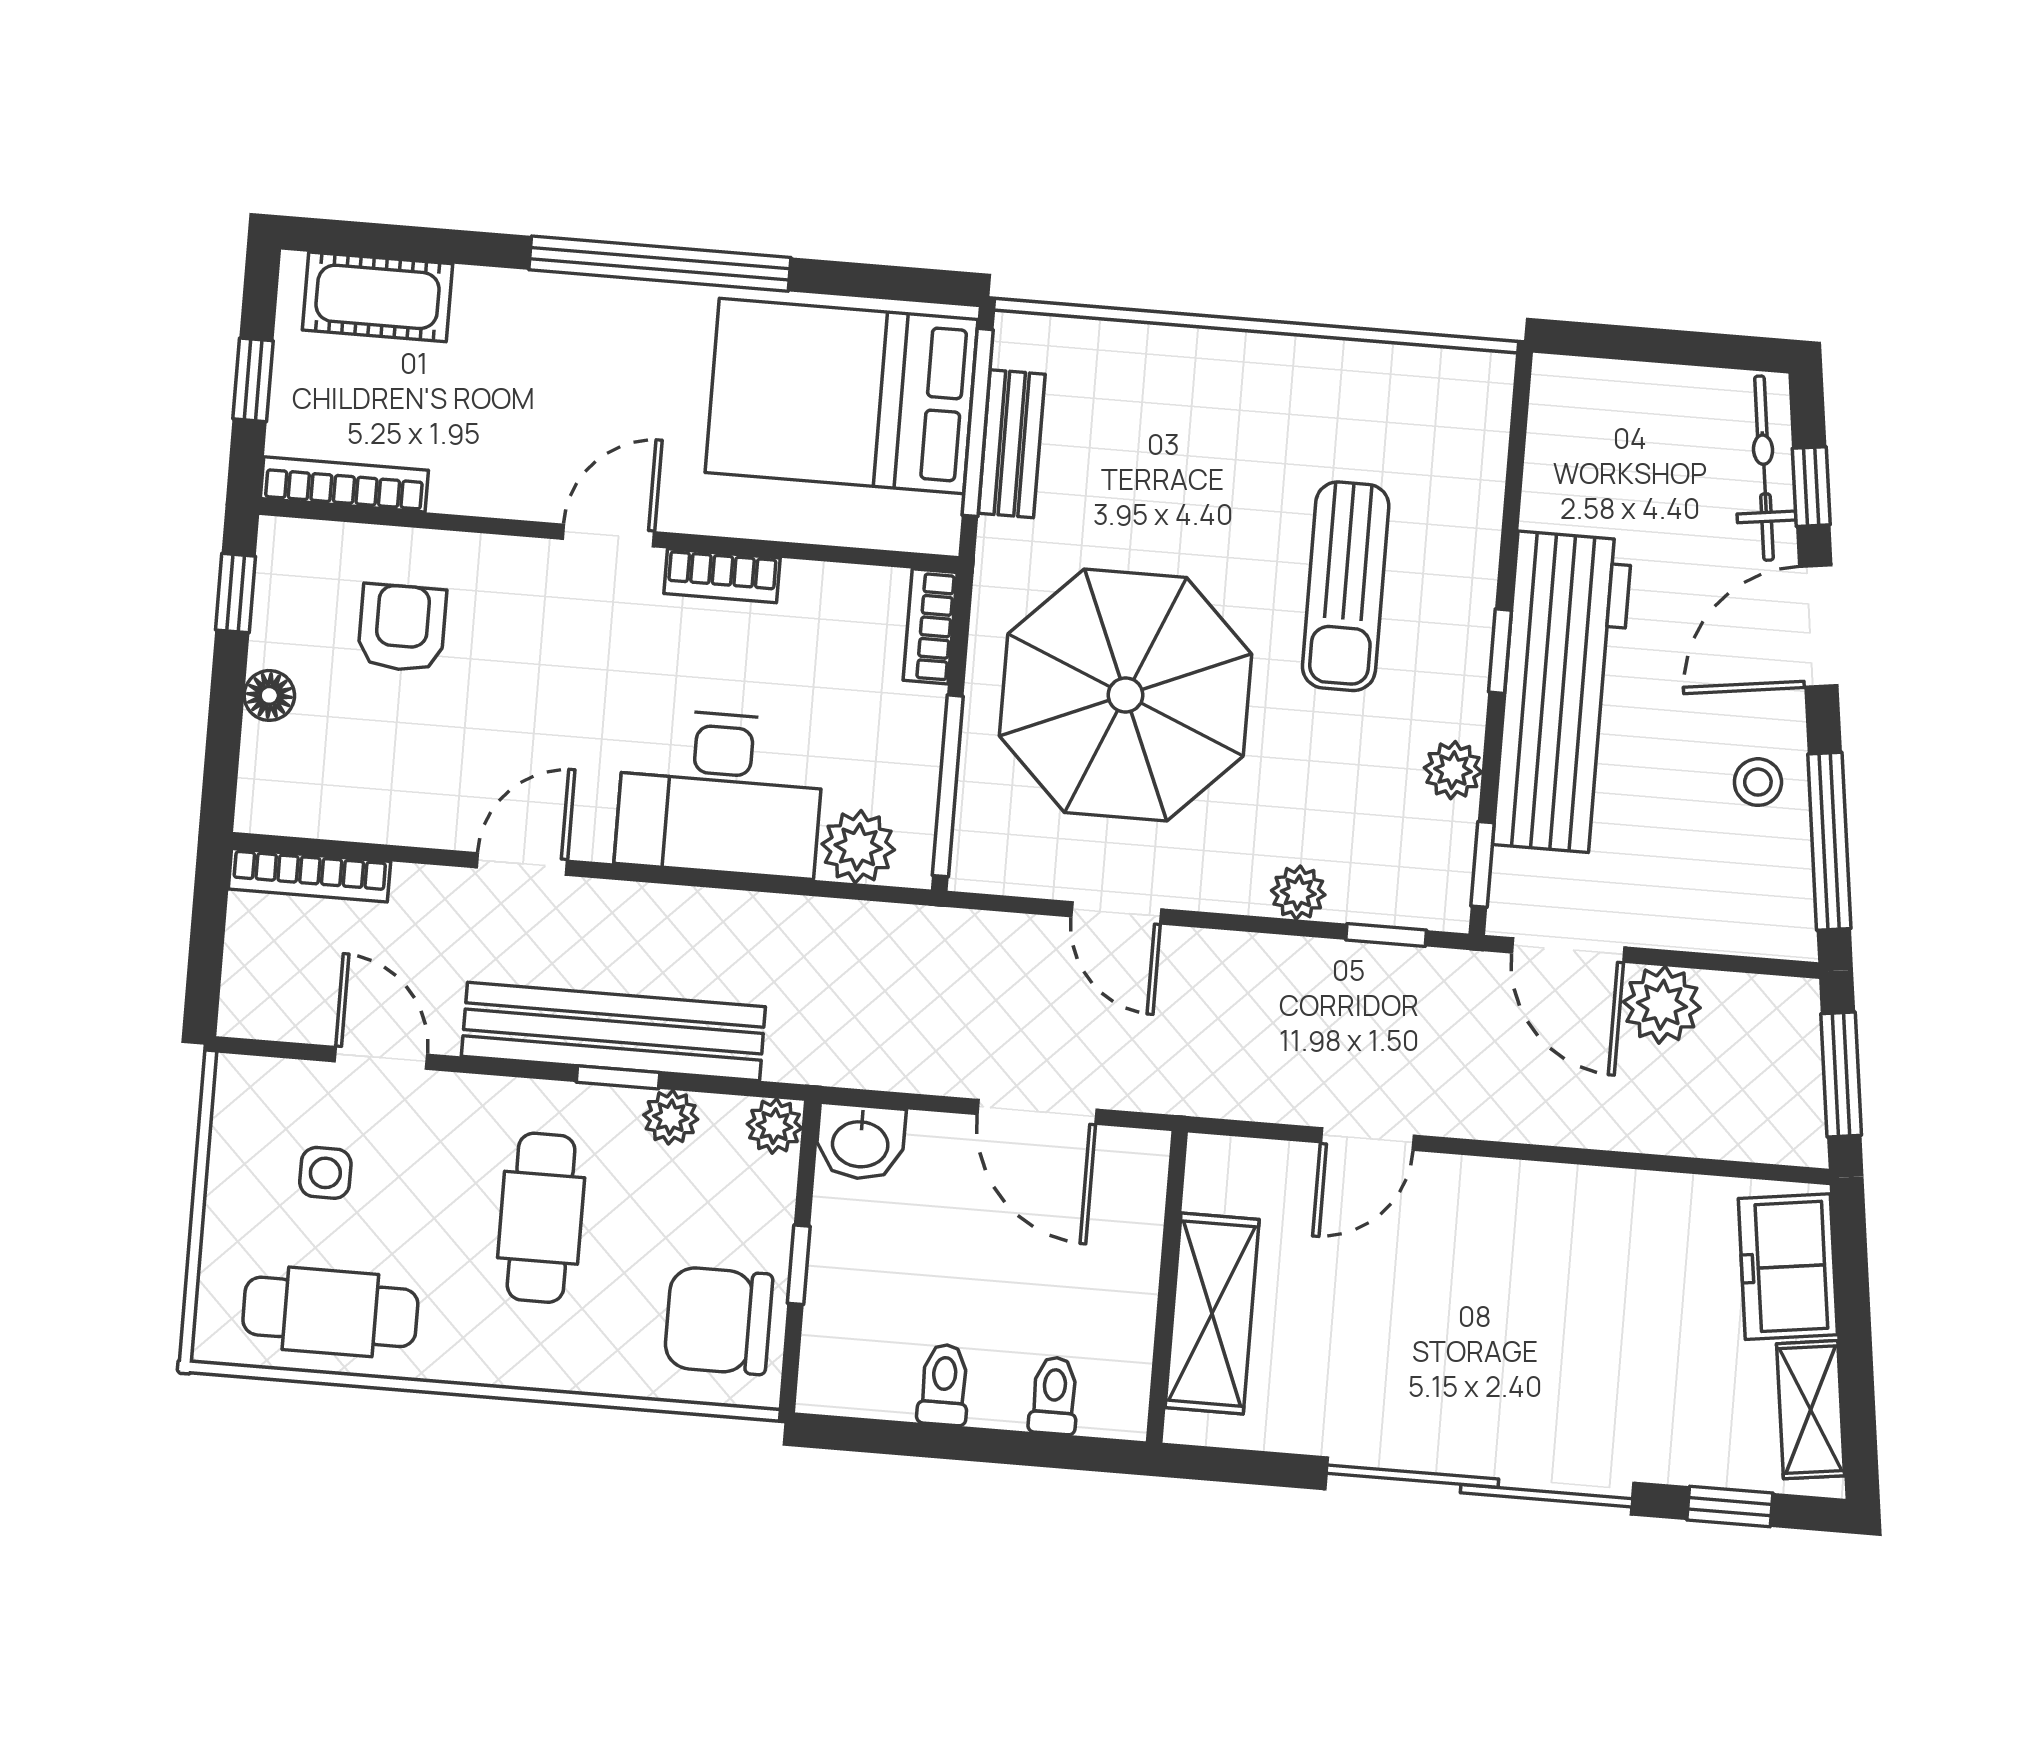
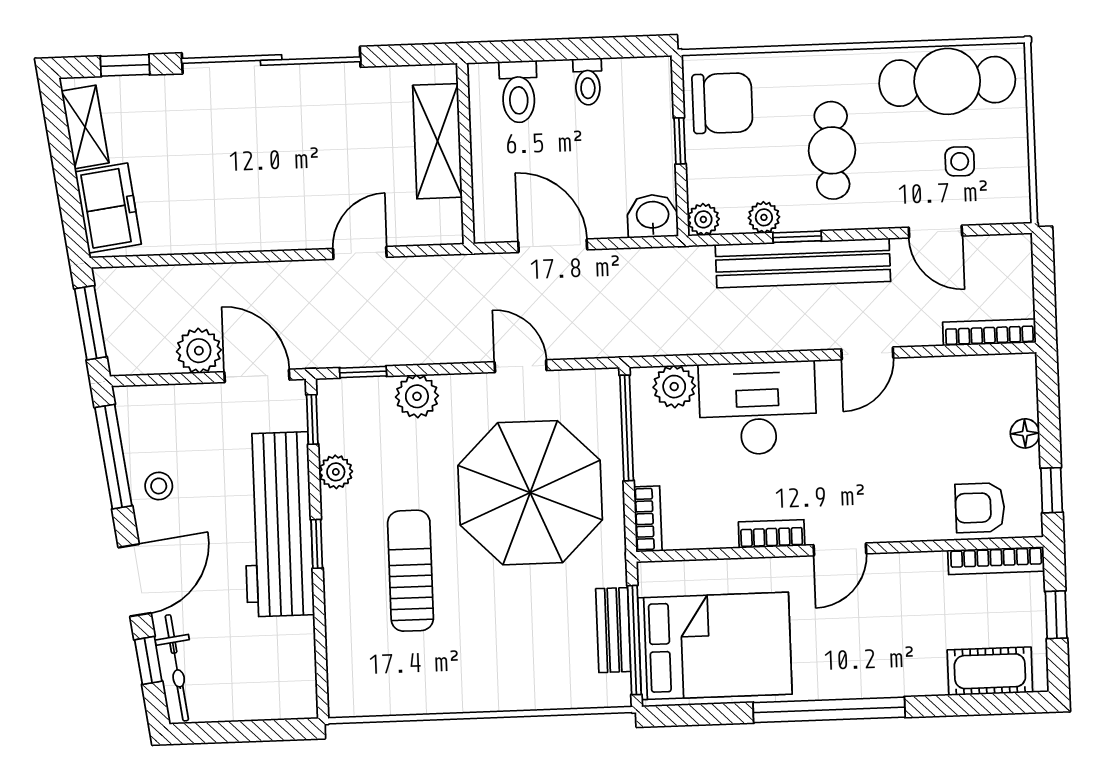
armchair: (402, 628) -> (980, 508), moved, turned 90
plant: (1298, 893) -> (417, 396), width x1.38, depth x1.38
cafe table: (330, 1312) -> (947, 81), width x1.37, depth x1.35
toilet: (1054, 1396) -> (518, 92), width x1.37, depth x1.39

